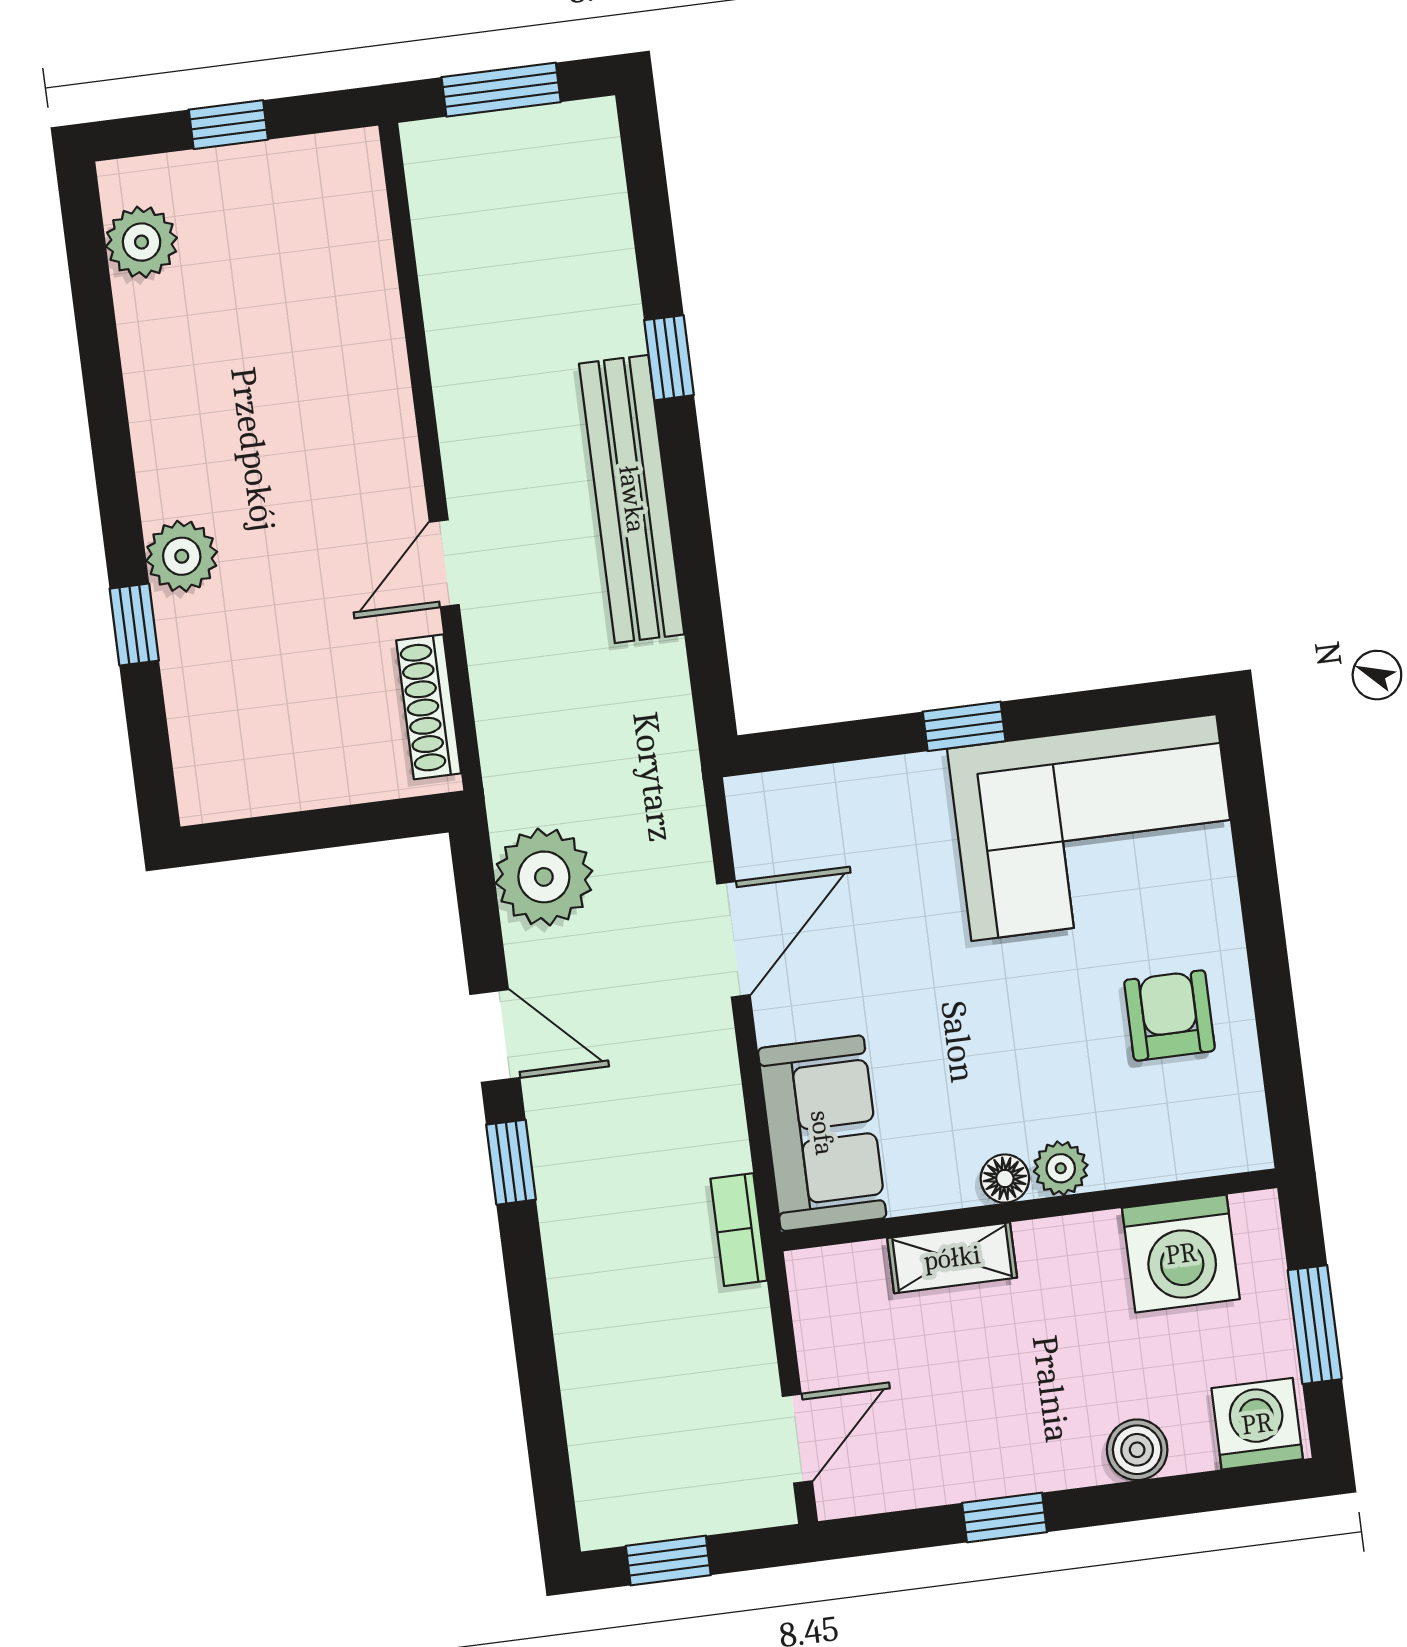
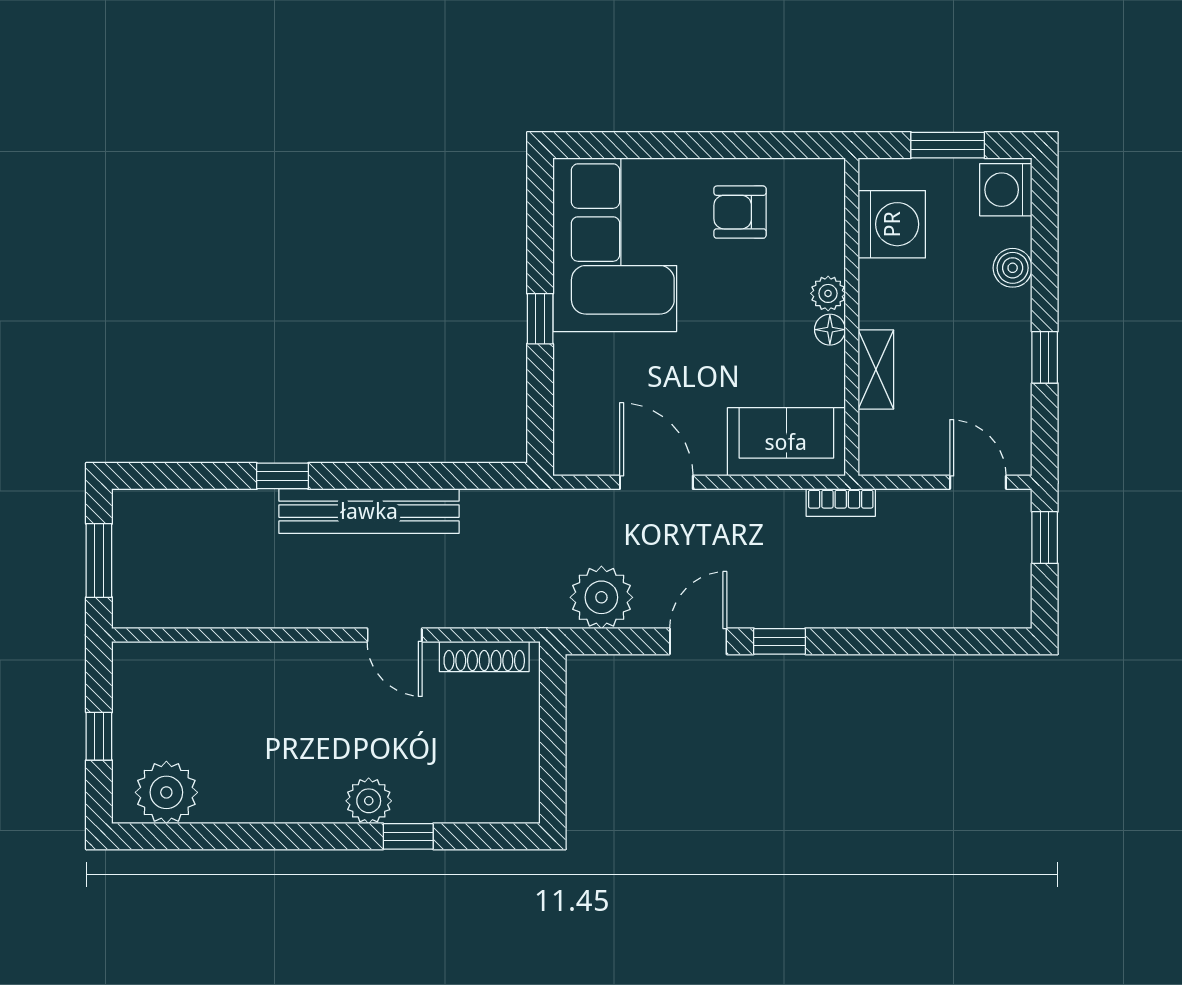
plant: (142, 242) -> (166, 792), width x1.36, depth x1.36
window: (668, 1561) -> (1045, 538), moved

